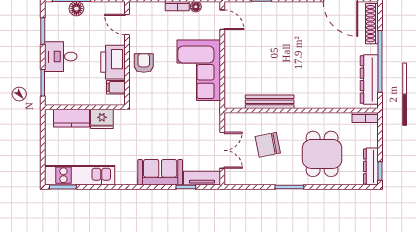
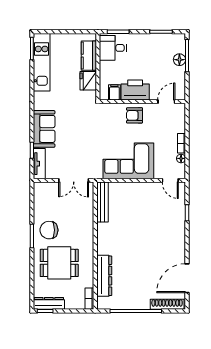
door: (222, 20) -> (170, 180), hinge flipped
desk: (61, 57) -> (113, 48), moved, turned -90
armchair: (144, 63) -> (135, 115), turned 180
dresser: (369, 79) -> (104, 276), moved, turned 90
bench: (270, 102) -> (102, 202), moved
chair: (268, 145) -> (49, 230), moved, turned -79
double door: (222, 150) -> (74, 180), moved

